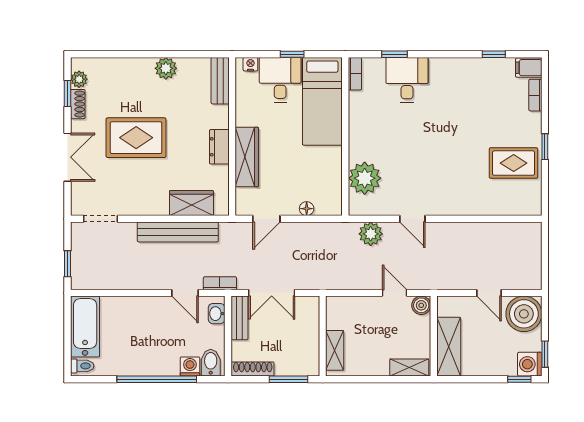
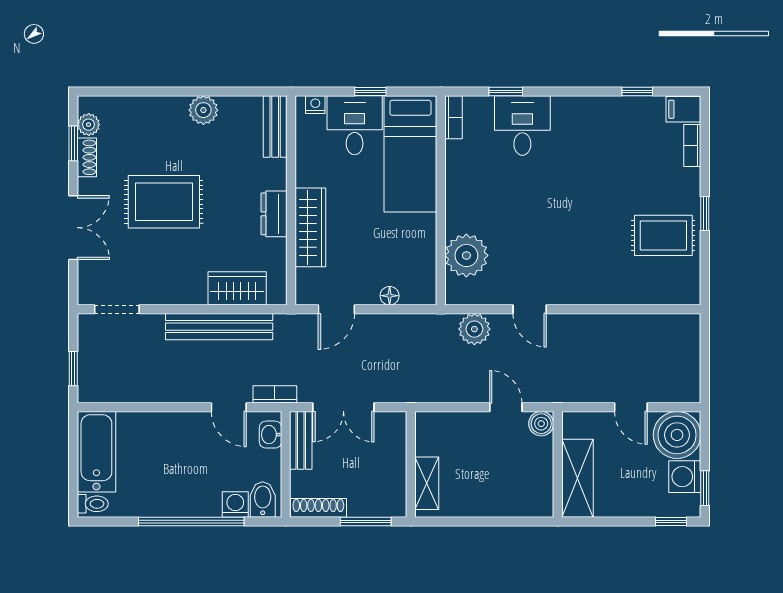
washing machine: (530, 364) -> (685, 477), moved
shelving: (409, 367) -> (525, 506), removed

